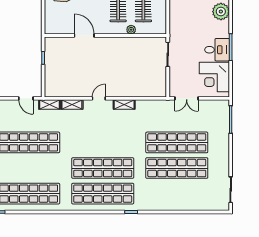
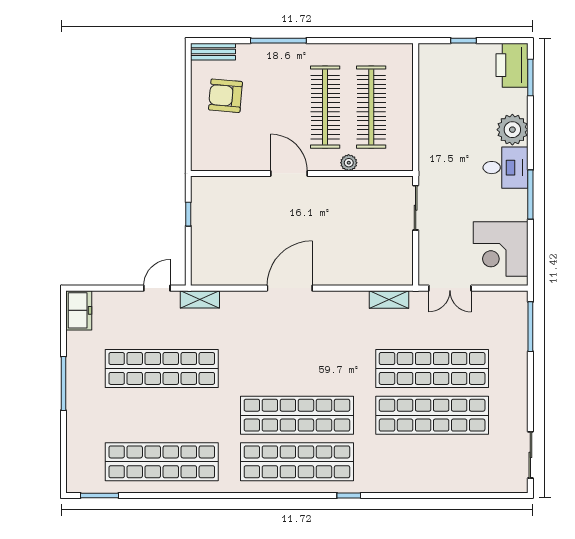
door: (84, 36) -> (289, 173), moved
desk: (217, 50) -> (506, 168), moved
door: (26, 98) -> (157, 288), swing flipped
door: (99, 98) -> (290, 288), width x1.87
shelving: (72, 105) -> (241, 299), removed
shelving: (124, 105) -> (389, 299), moved

